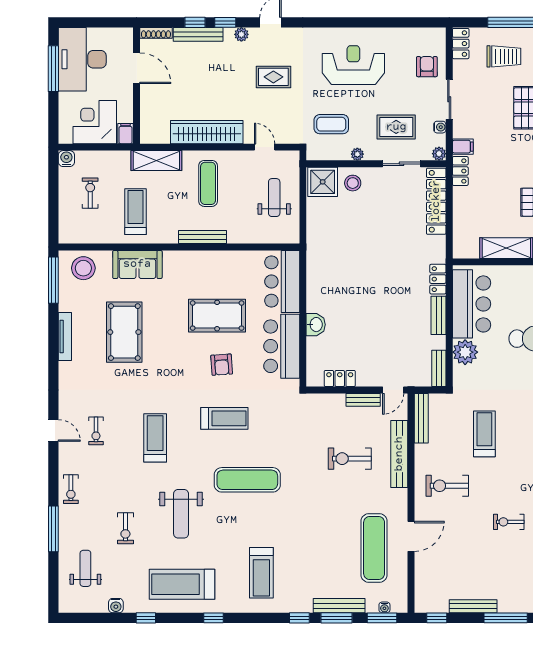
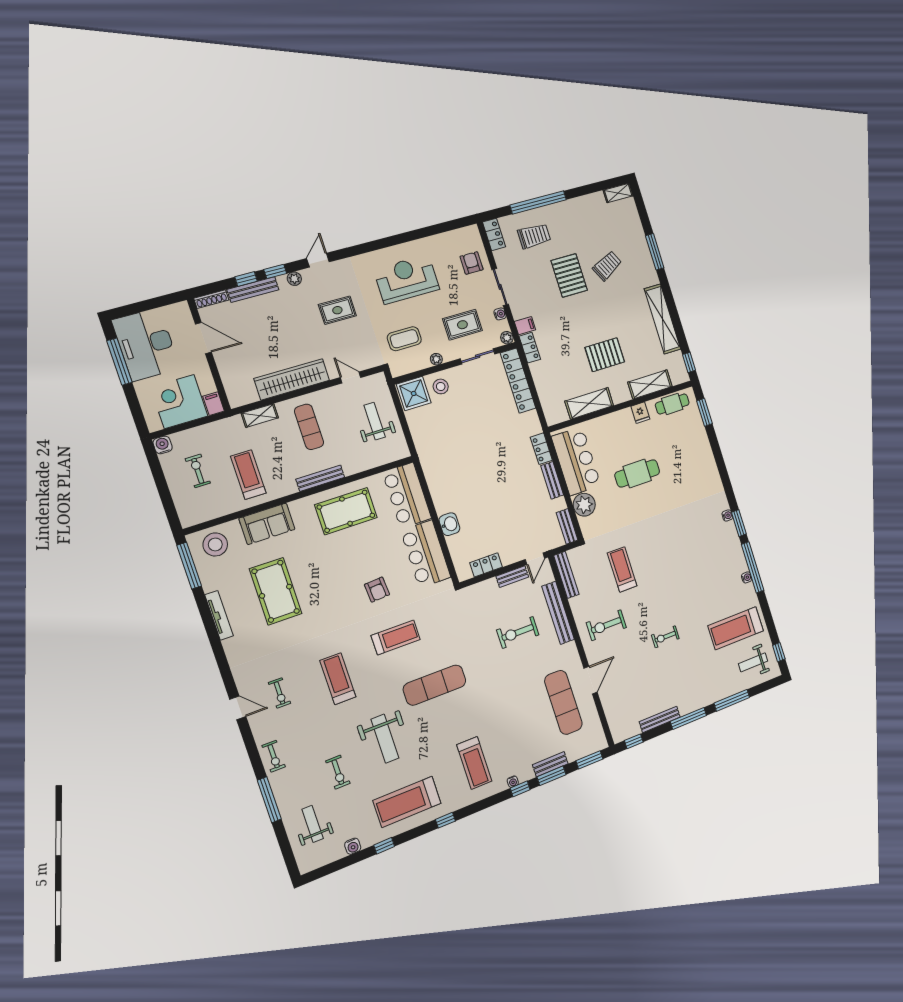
shelving: (156, 161) -> (260, 416), width x0.67, depth x0.75
pool table: (217, 316) -> (346, 511), moved
bench: (339, 606) -> (550, 764), width x0.73
water cooler: (384, 607) -> (513, 782), moved

